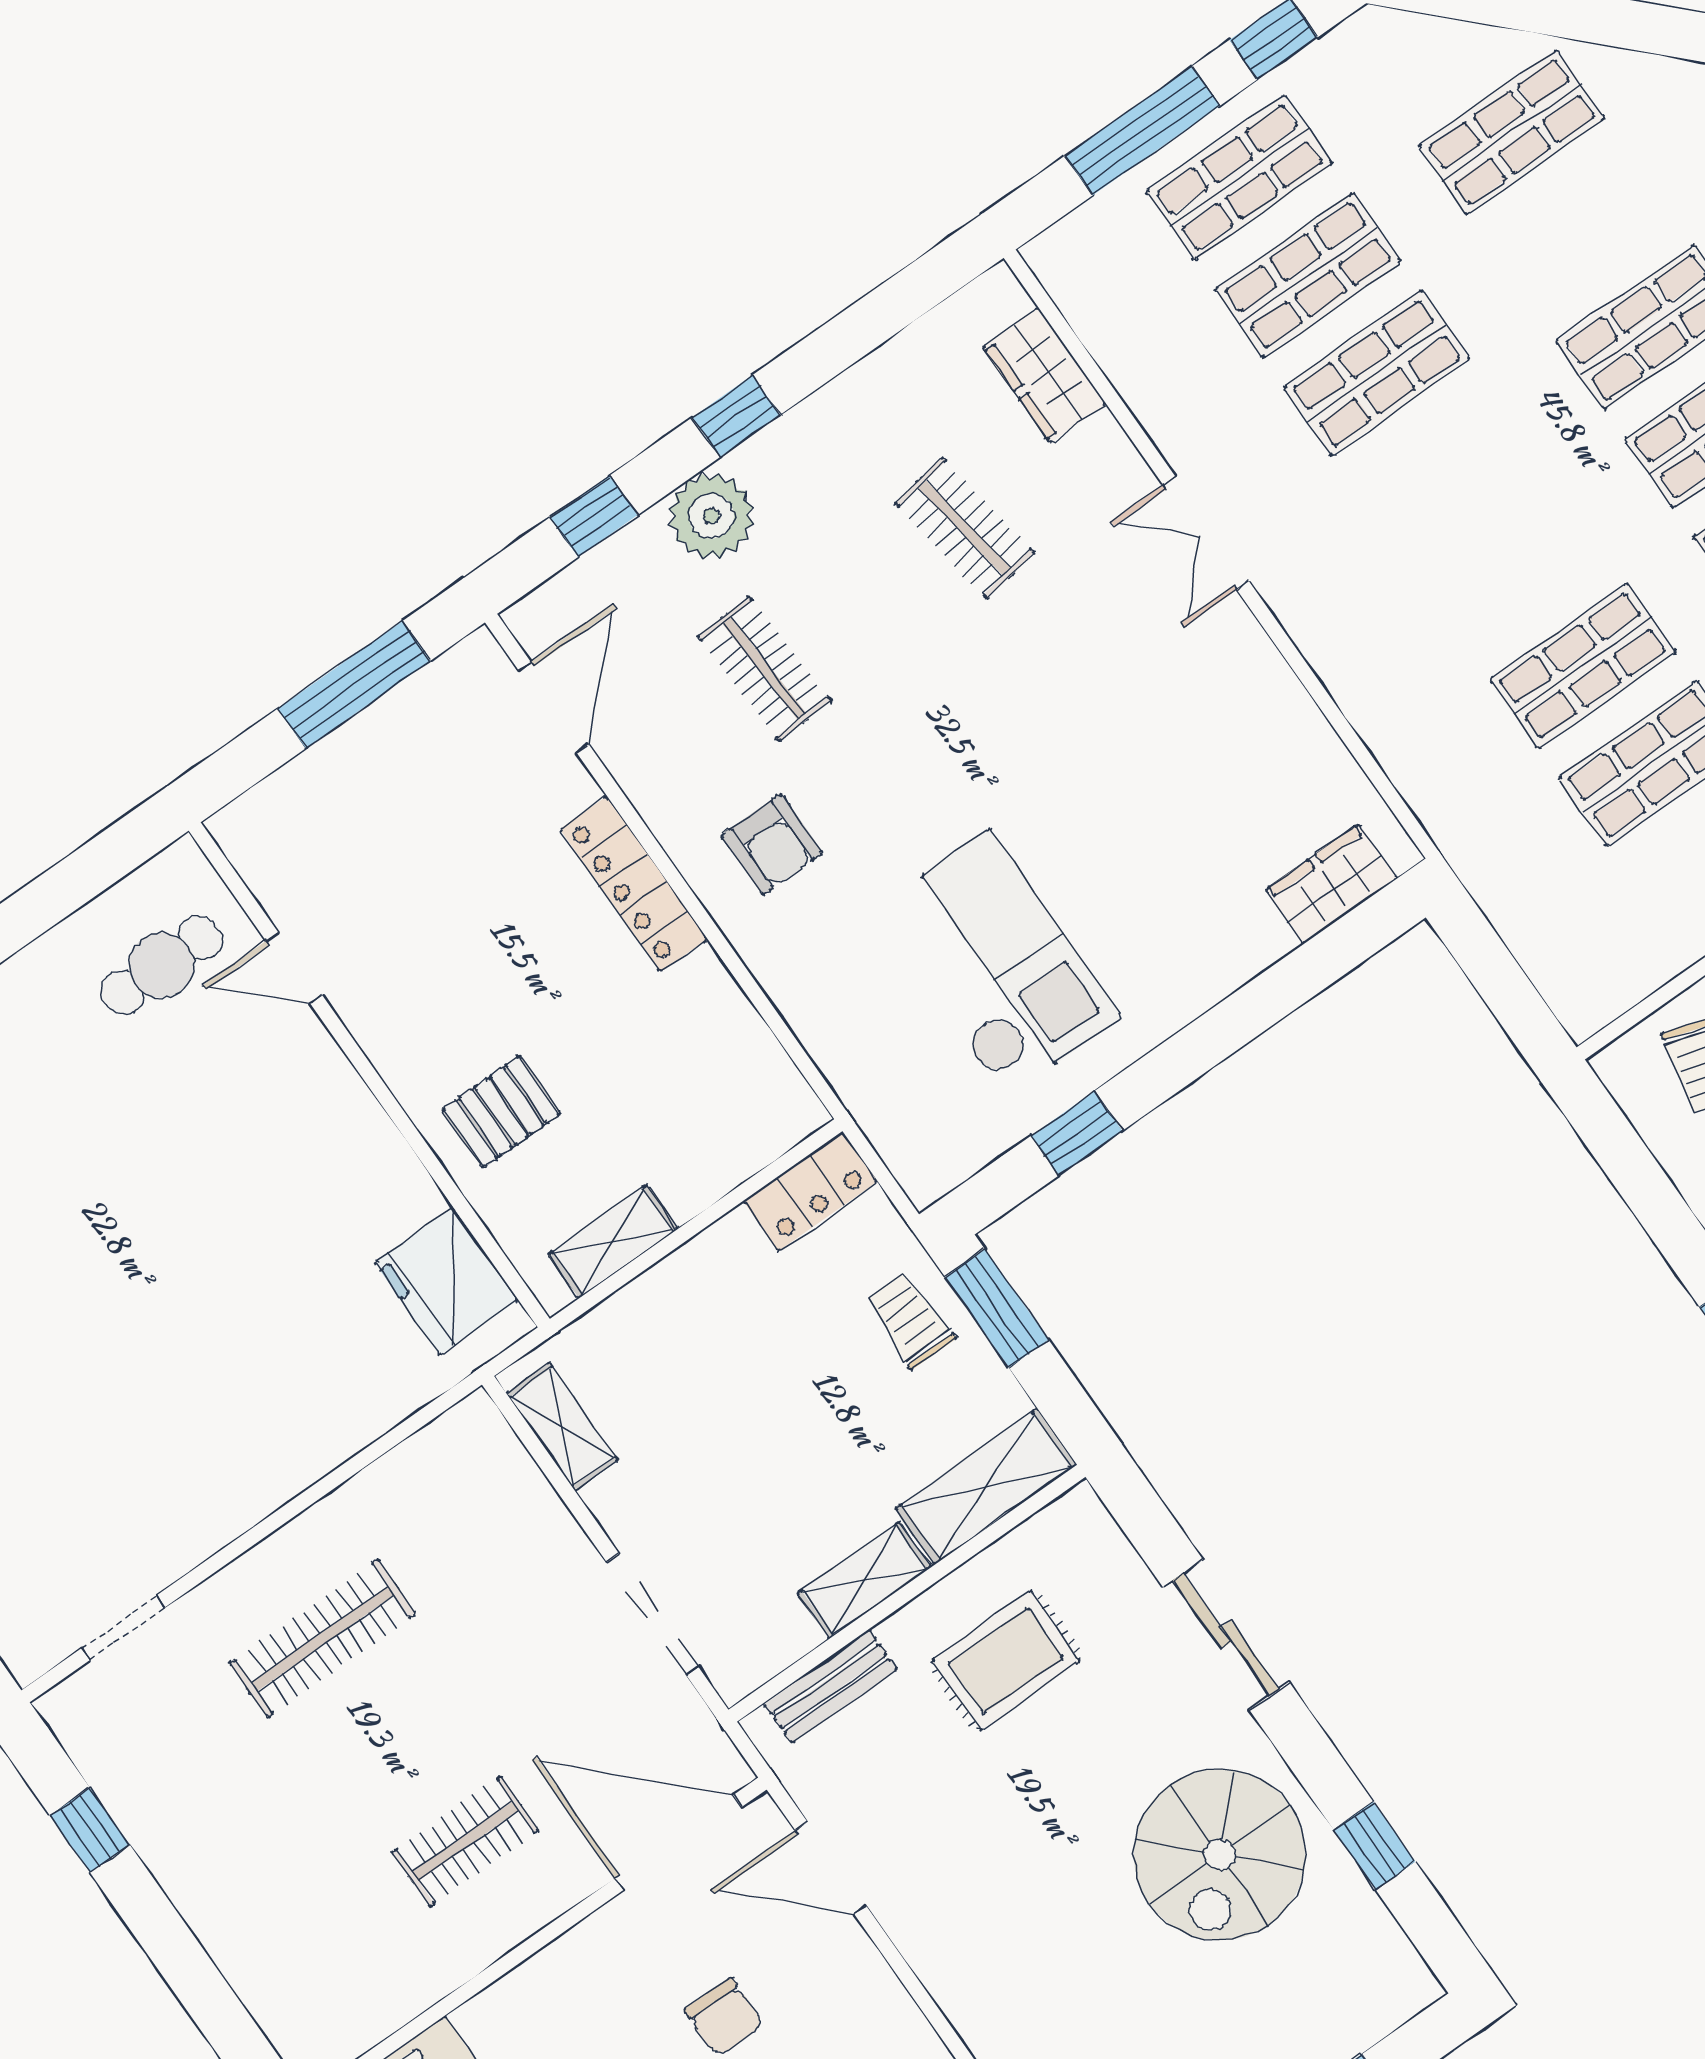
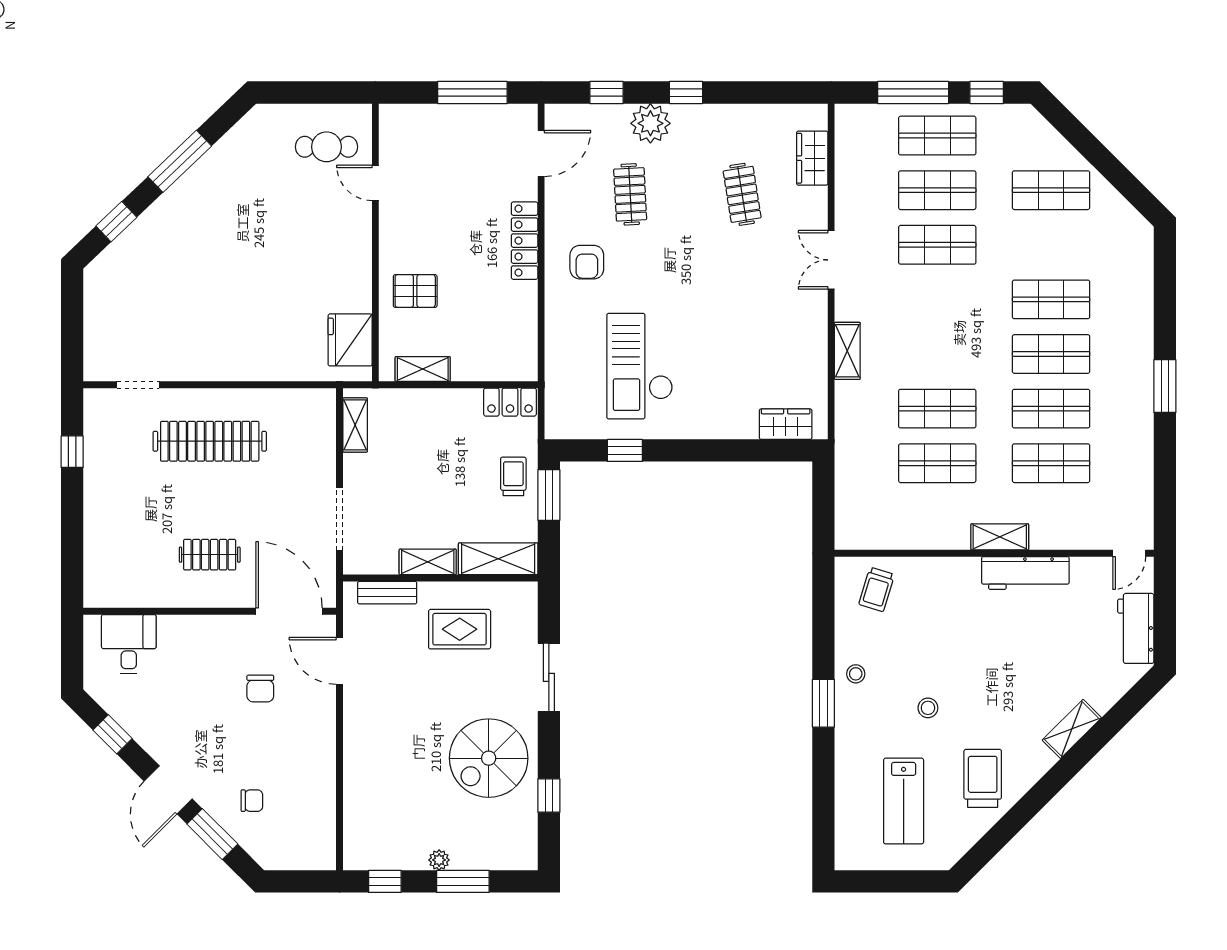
shelving: (1349, 675) -> (847, 351), added
checkout: (997, 964) -> (640, 366), turned 180
clothes rail: (323, 1639) -> (210, 441), width x1.37, depth x1.31

